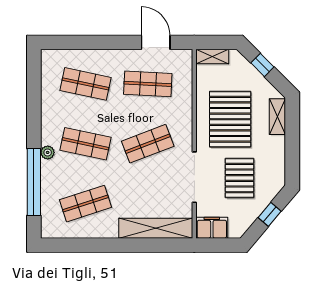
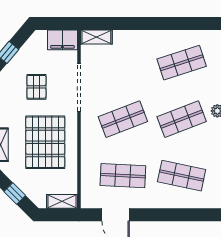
shop shelf: (86, 144) -> (182, 119), turned -33
pallet: (240, 178) -> (36, 87), width x0.67, depth x0.71
shelving: (156, 228) -> (96, 37), width x0.45, depth x0.75

